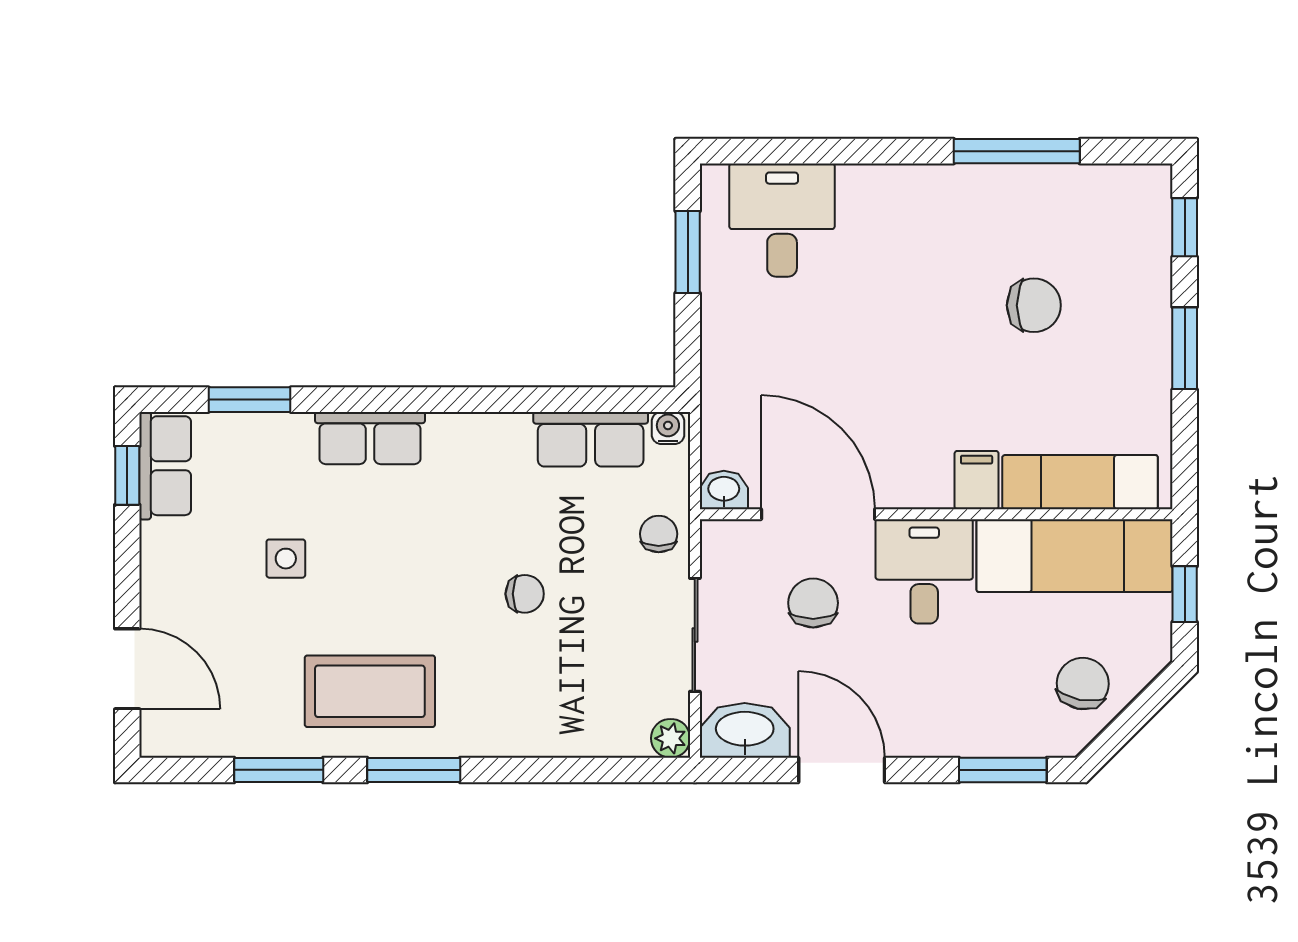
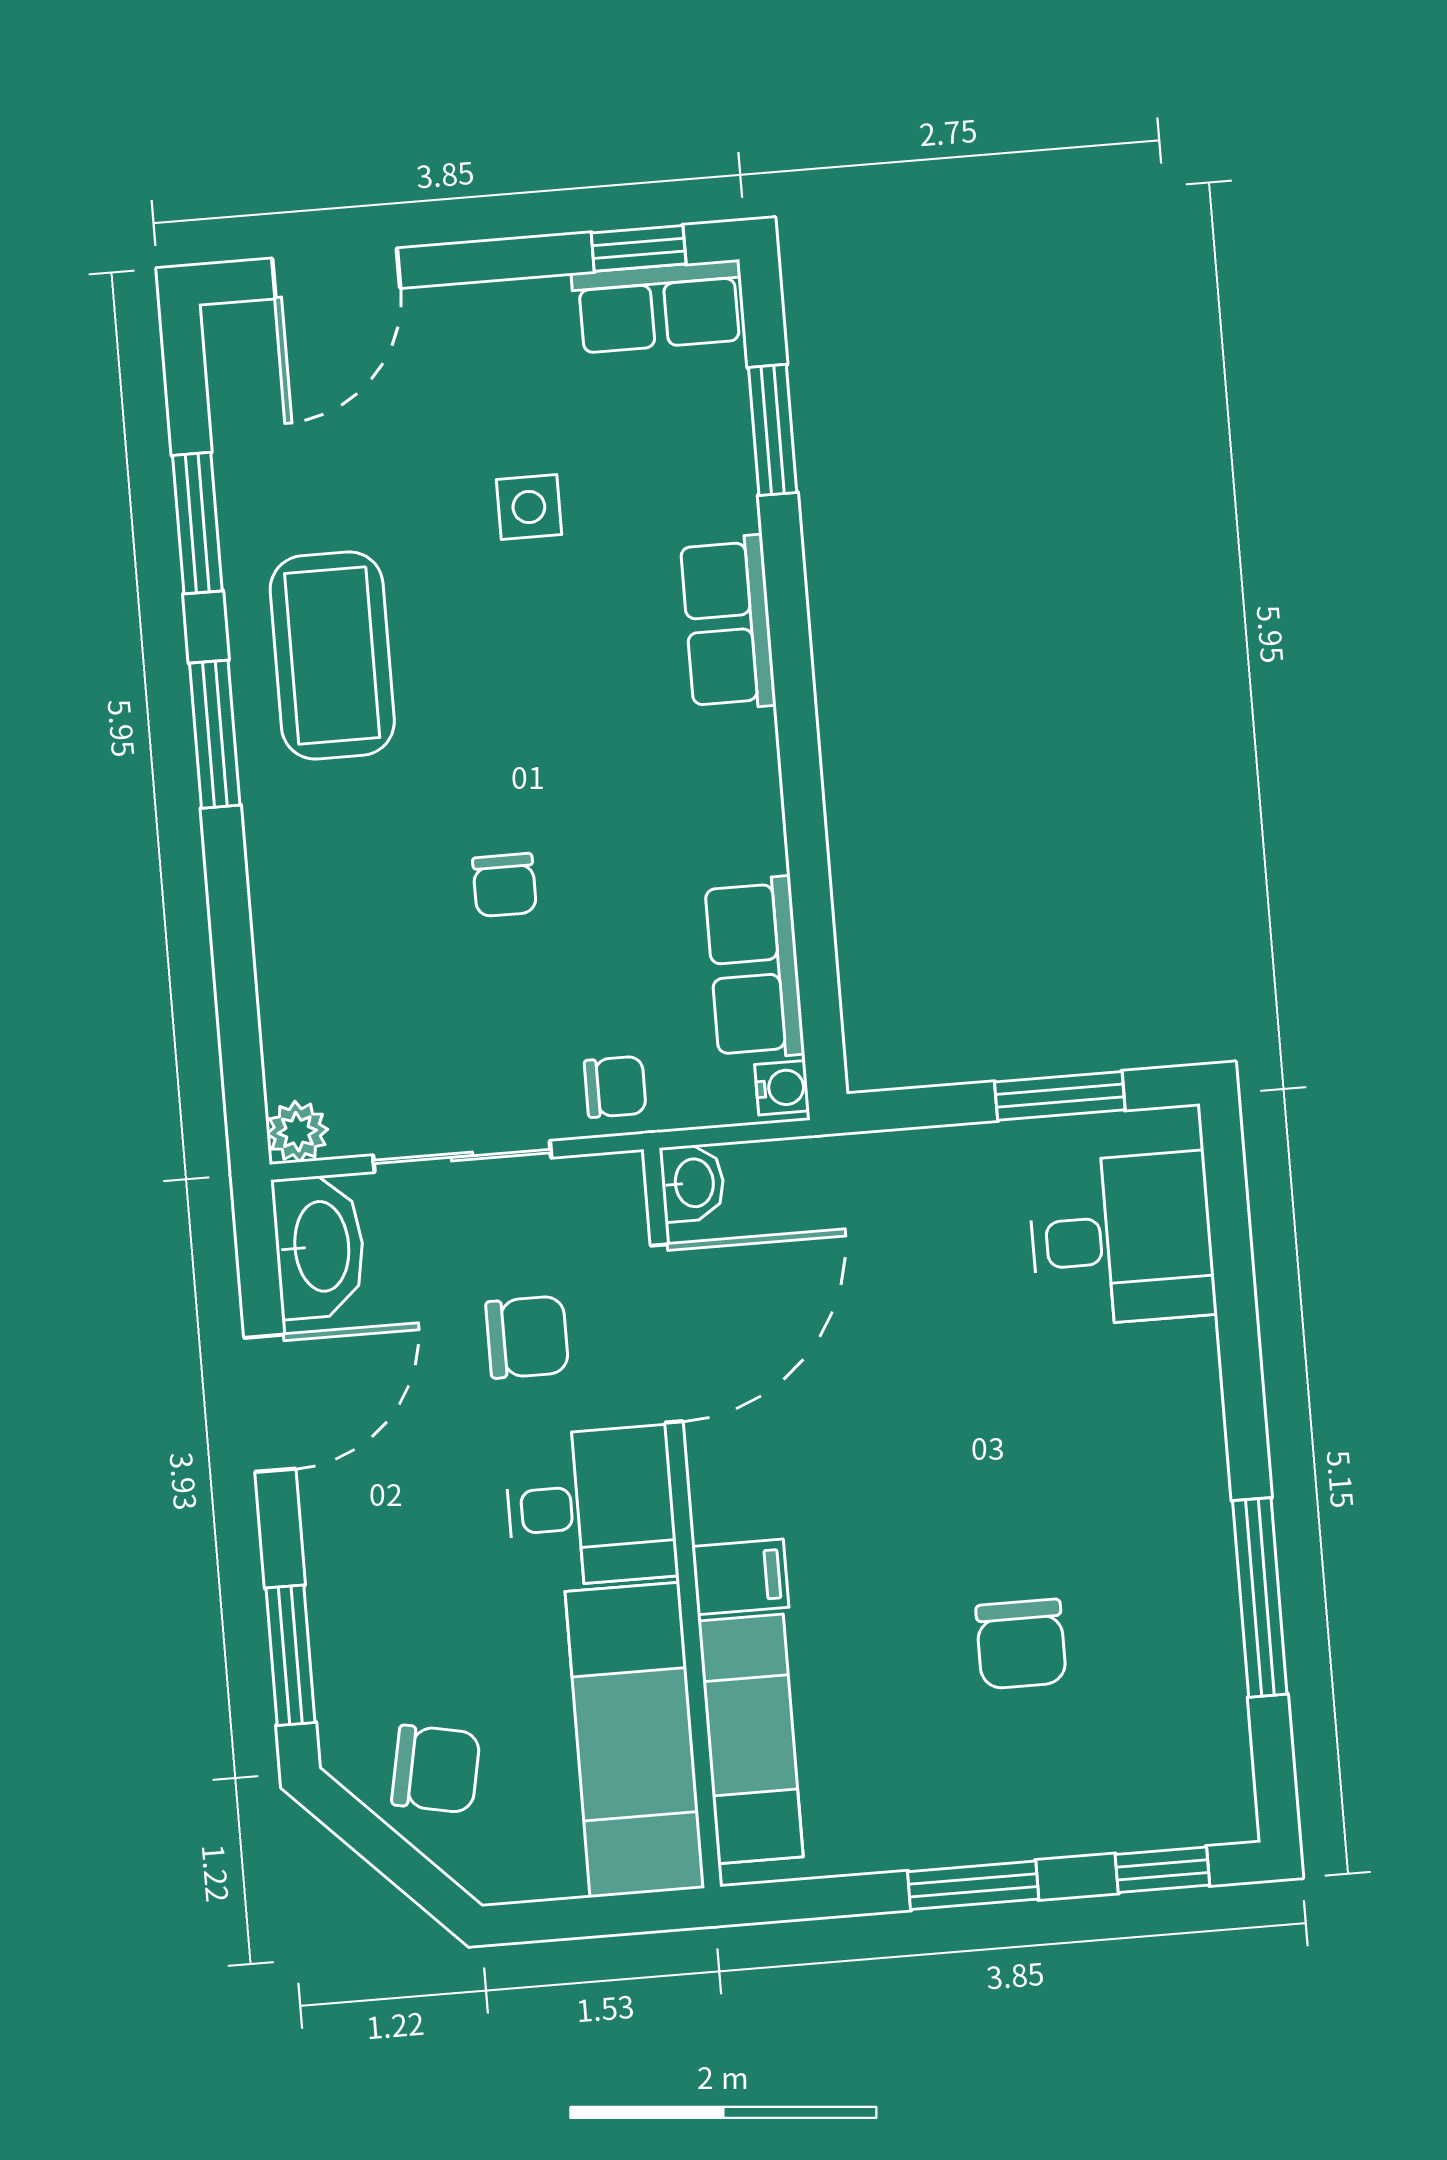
window: (1185, 594) -> (589, 1917), removed

